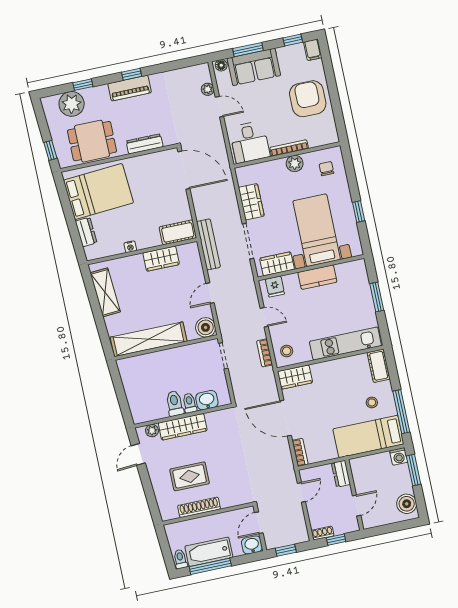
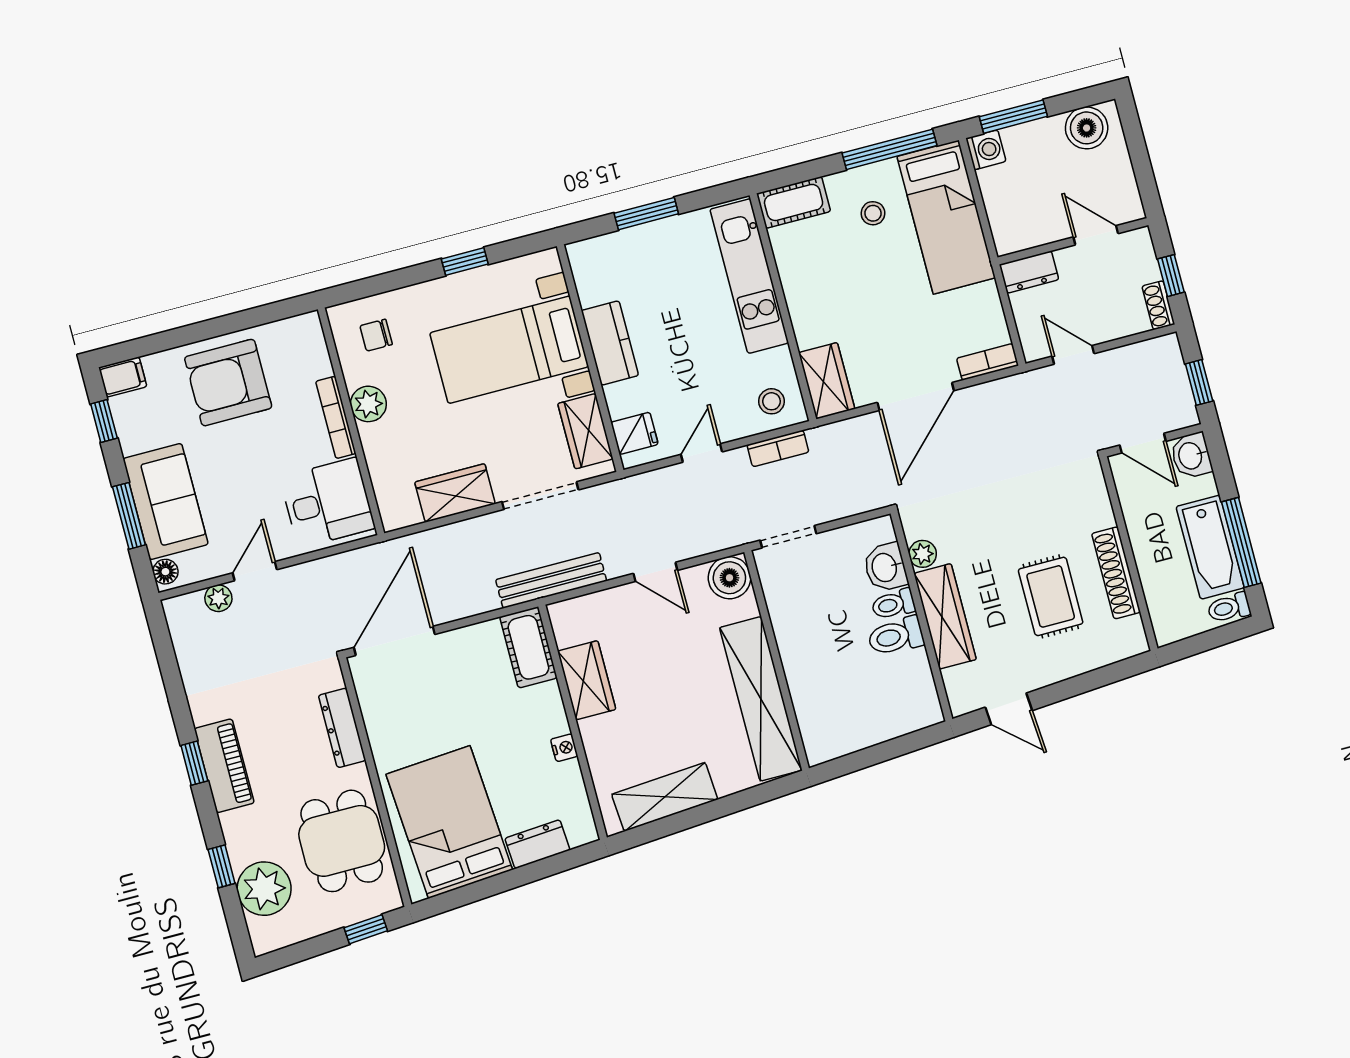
plant: (152, 431) -> (923, 554), moved

